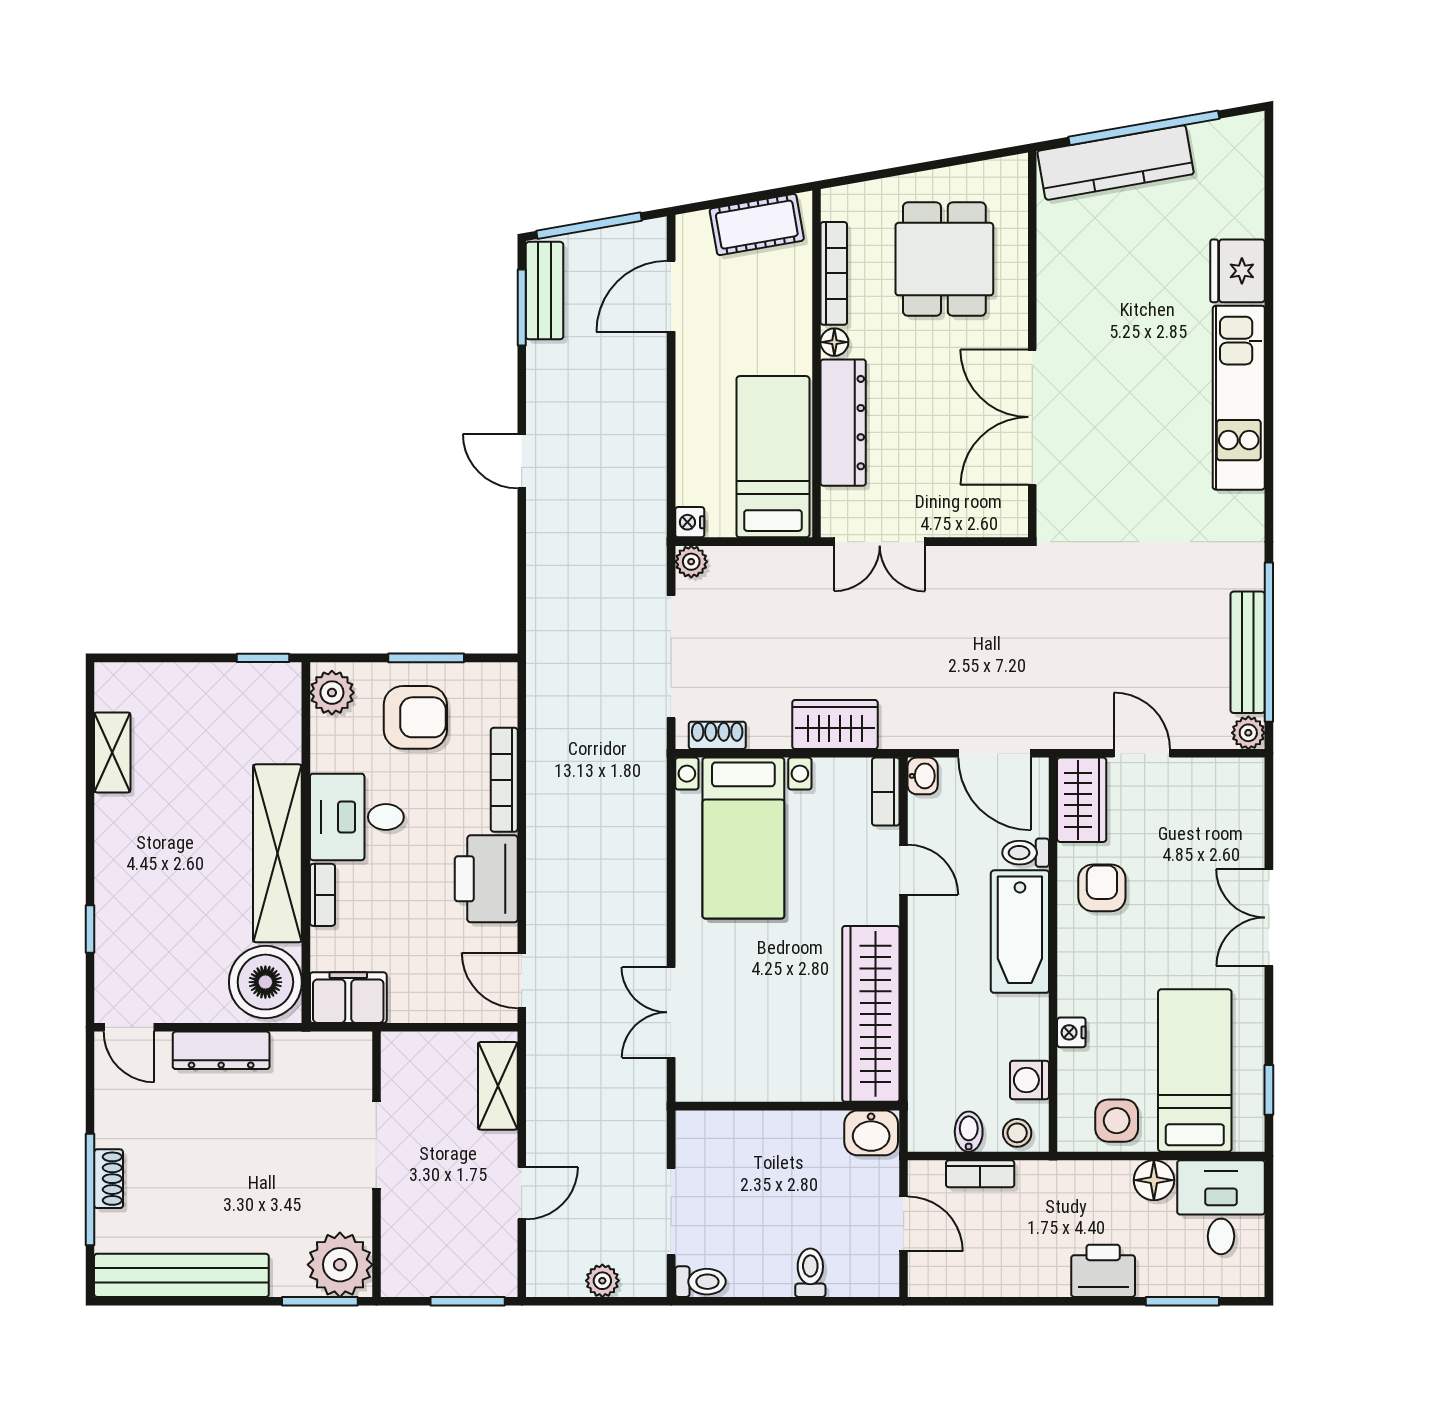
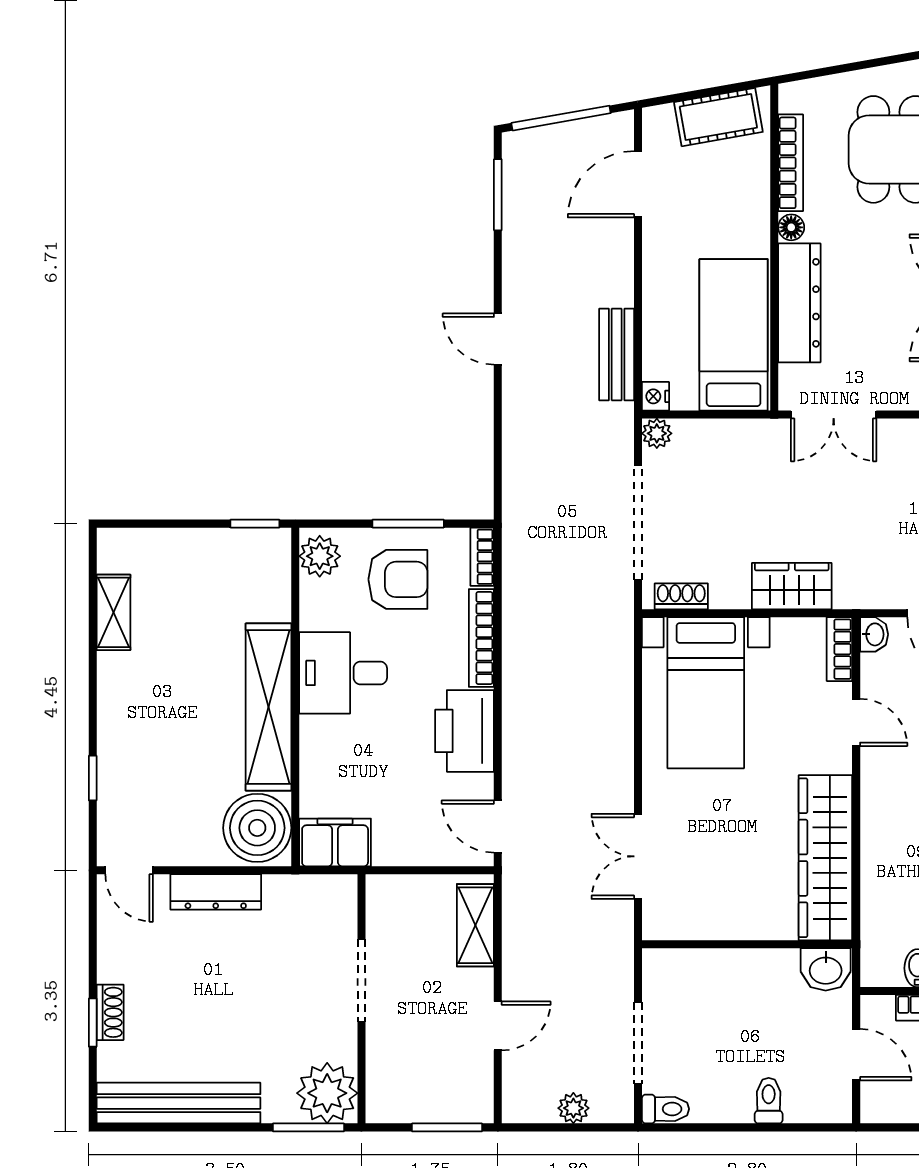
bench: (545, 291) -> (617, 354), moved
bookcase: (322, 895) -> (482, 557), moved, turned 180
window: (90, 1190) -> (93, 1023), width x0.46

